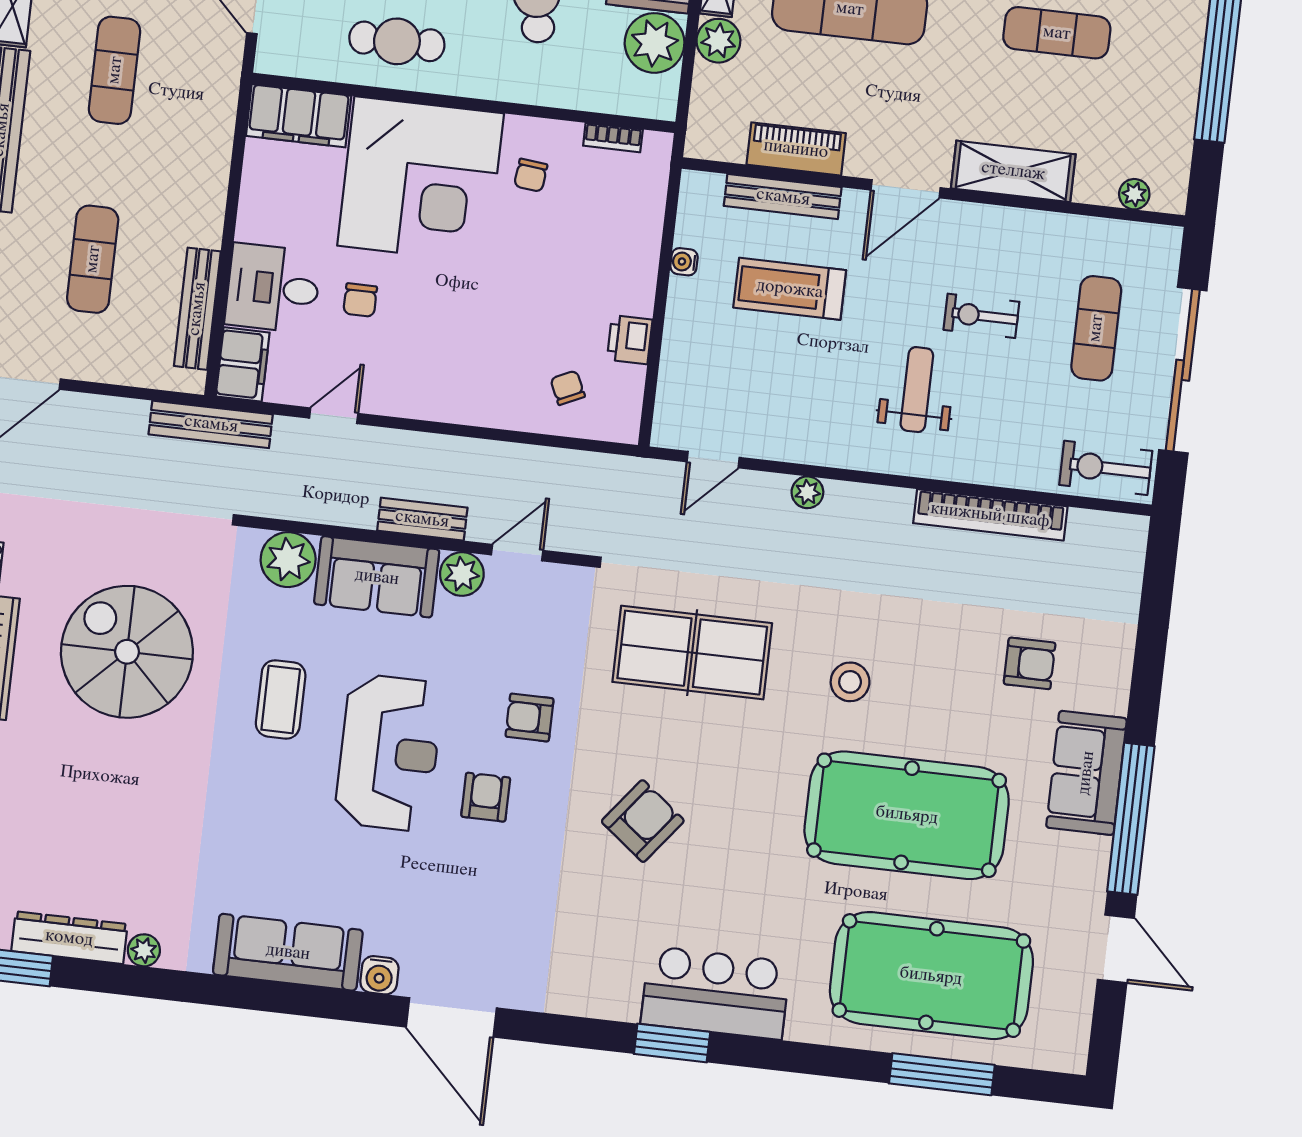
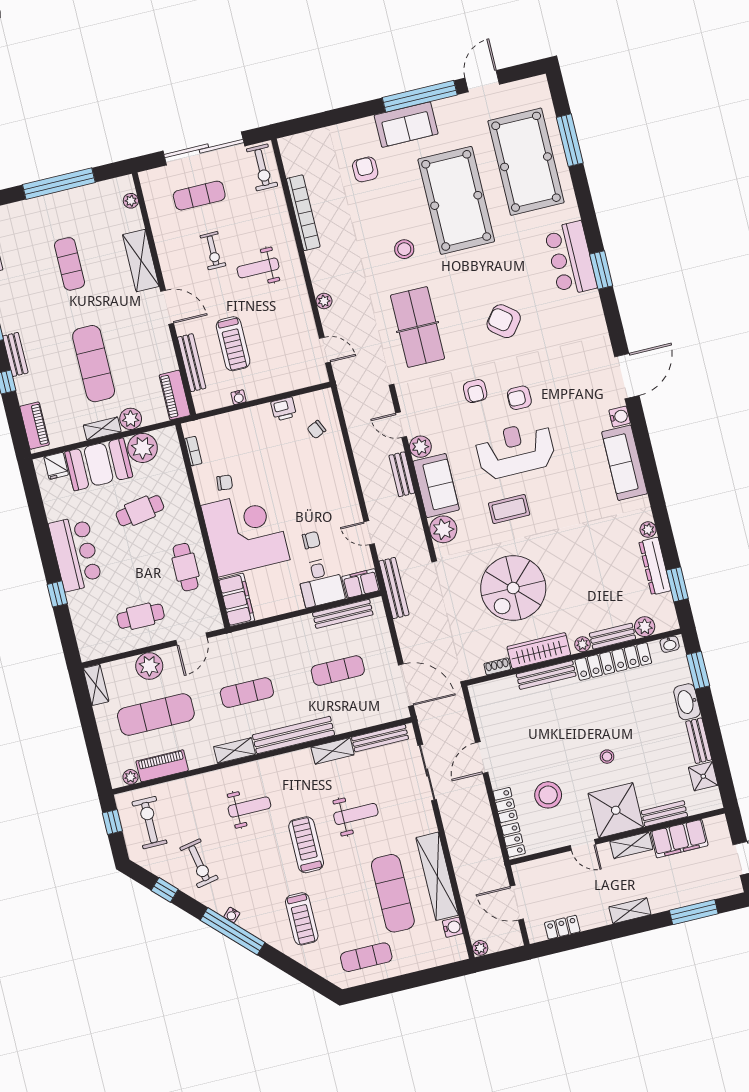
piano: (796, 149) -> (175, 395), moved

